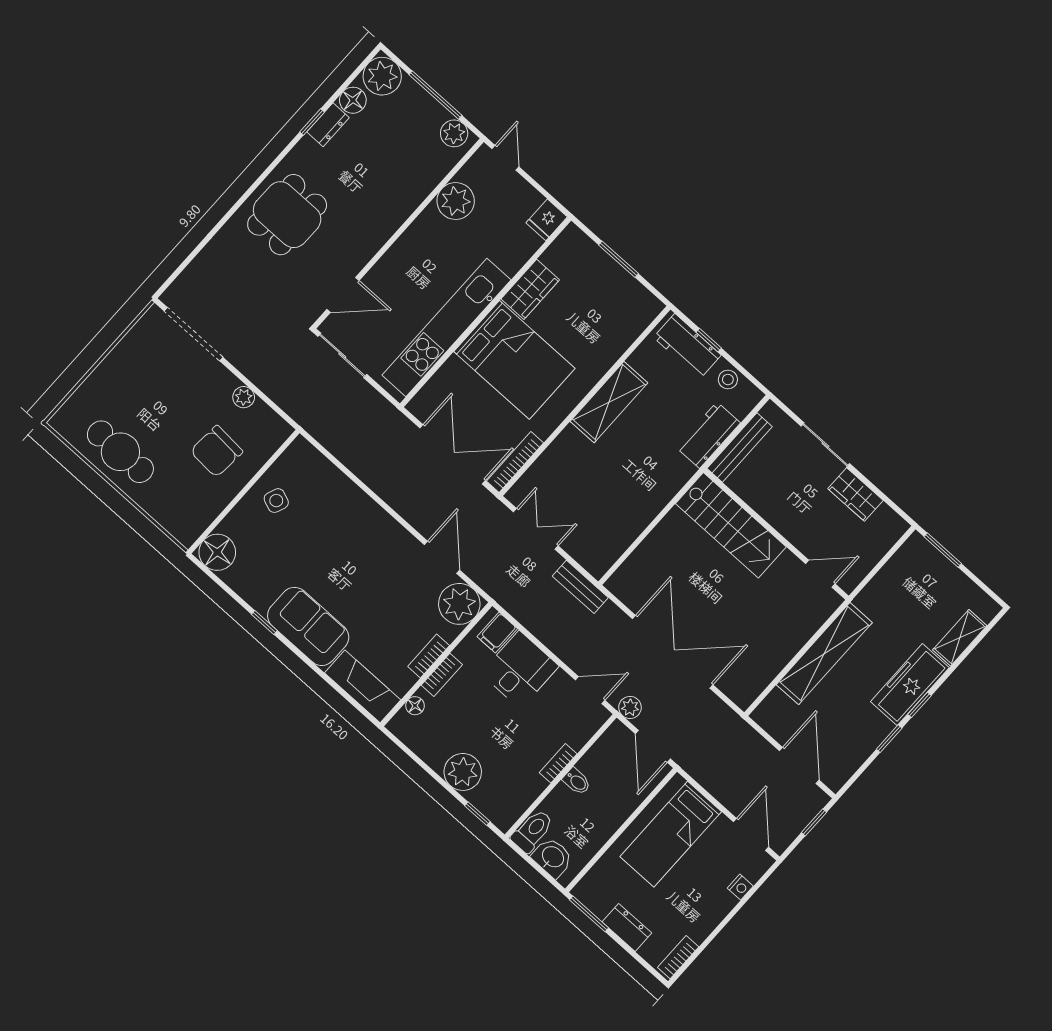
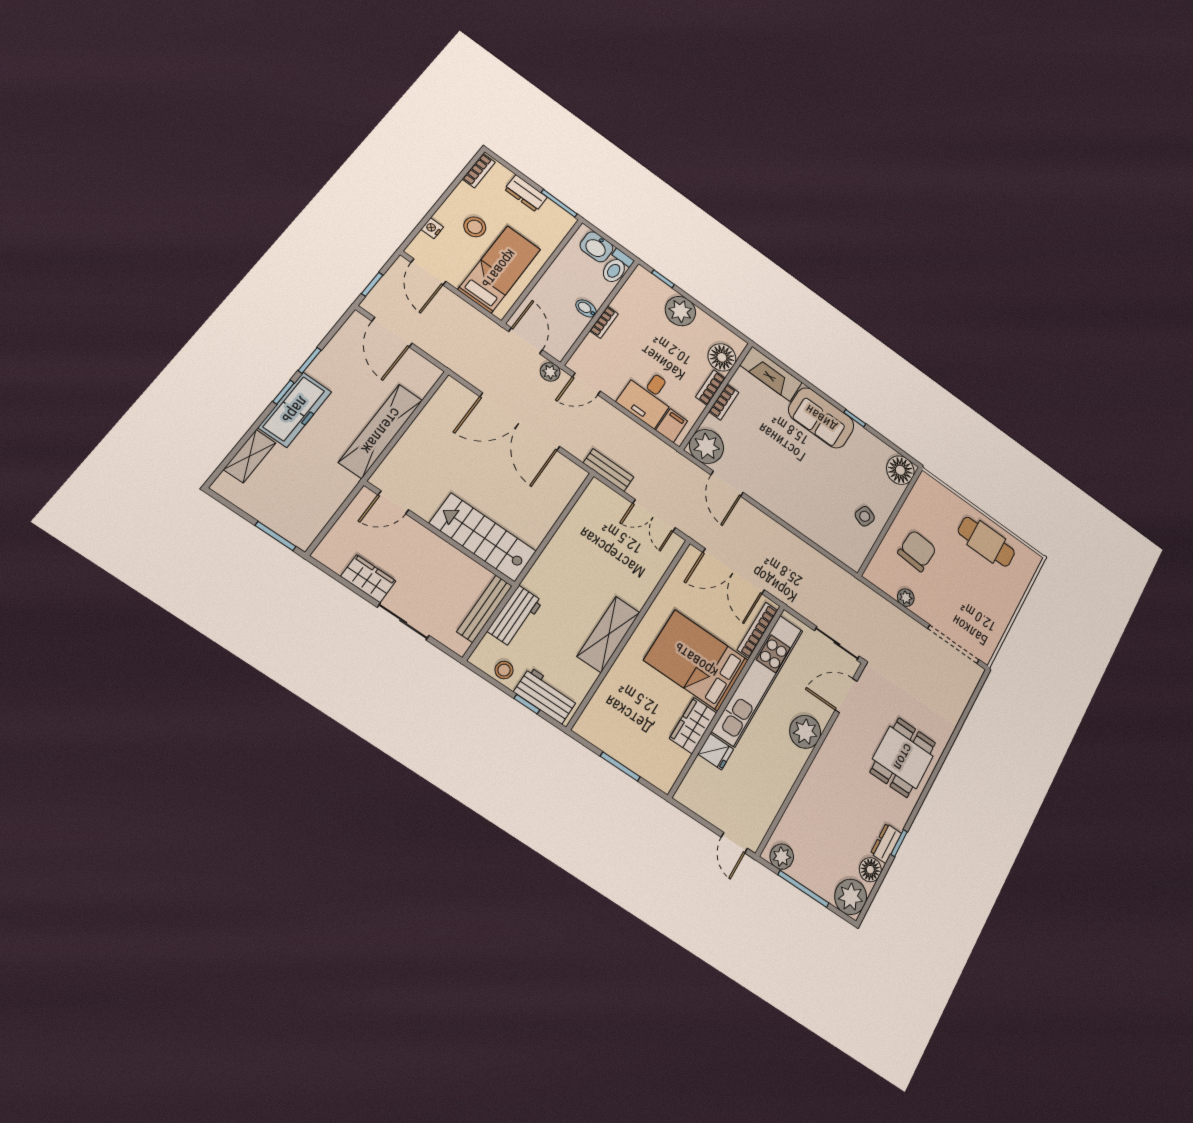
plant: (456, 201) -> (805, 732), moved
fridge: (547, 220) -> (716, 752), moved, turned 90
bookcase: (515, 462) -> (757, 630), moved, turned 180
floor lamp: (415, 706) -> (722, 357), width x1.89, depth x1.89
stool: (692, 887) -> (475, 227), added

